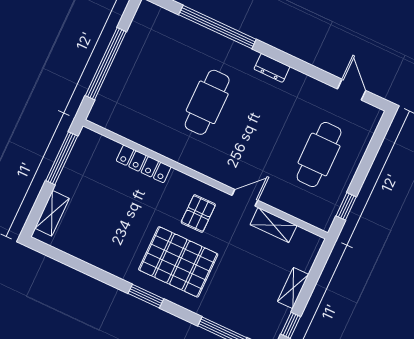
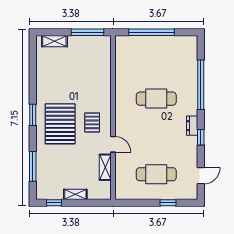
window: (295, 63) -> (201, 137), added
locker: (144, 164) -> (106, 79), removed
window: (346, 206) -> (168, 203), moved
pallet: (198, 214) -> (92, 122), turned 90

